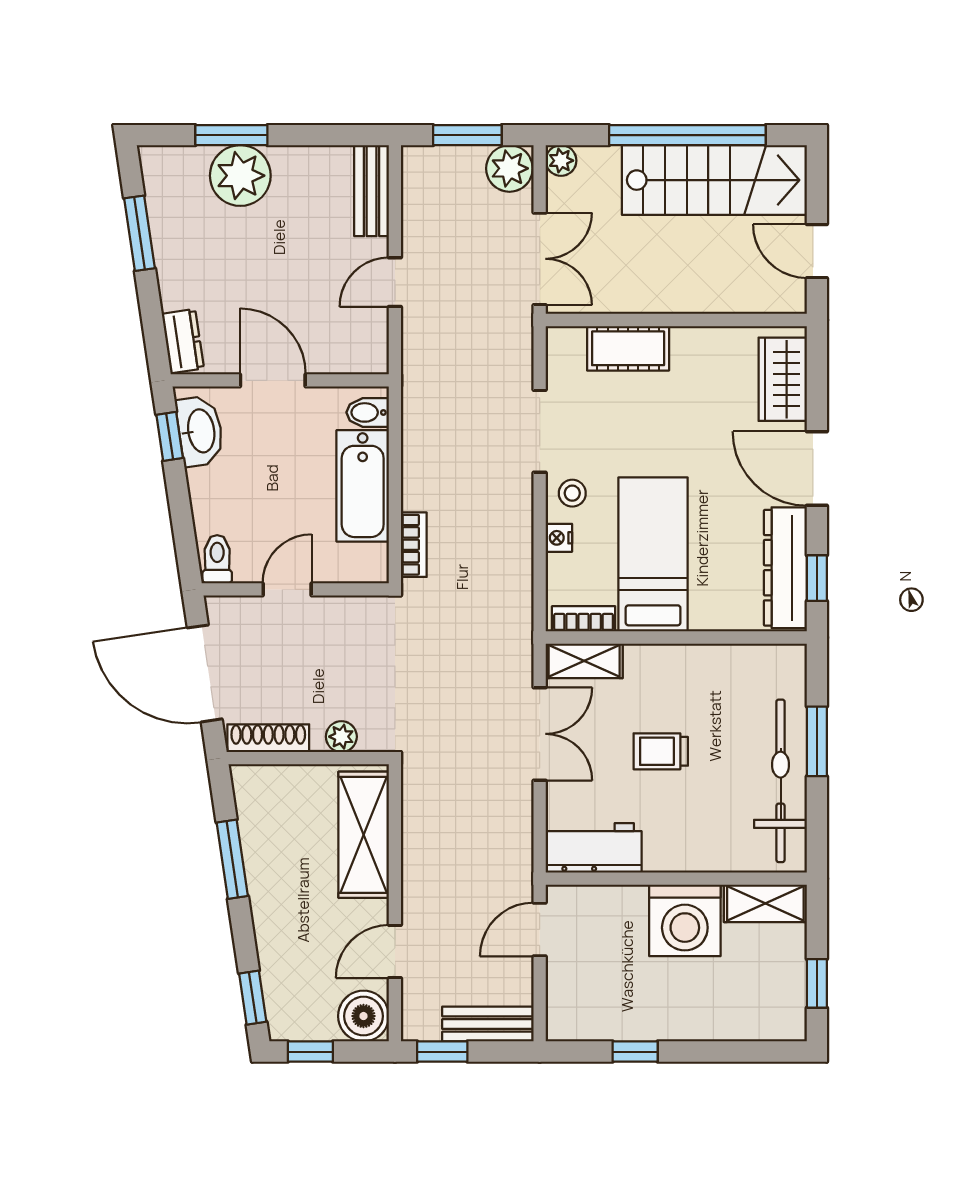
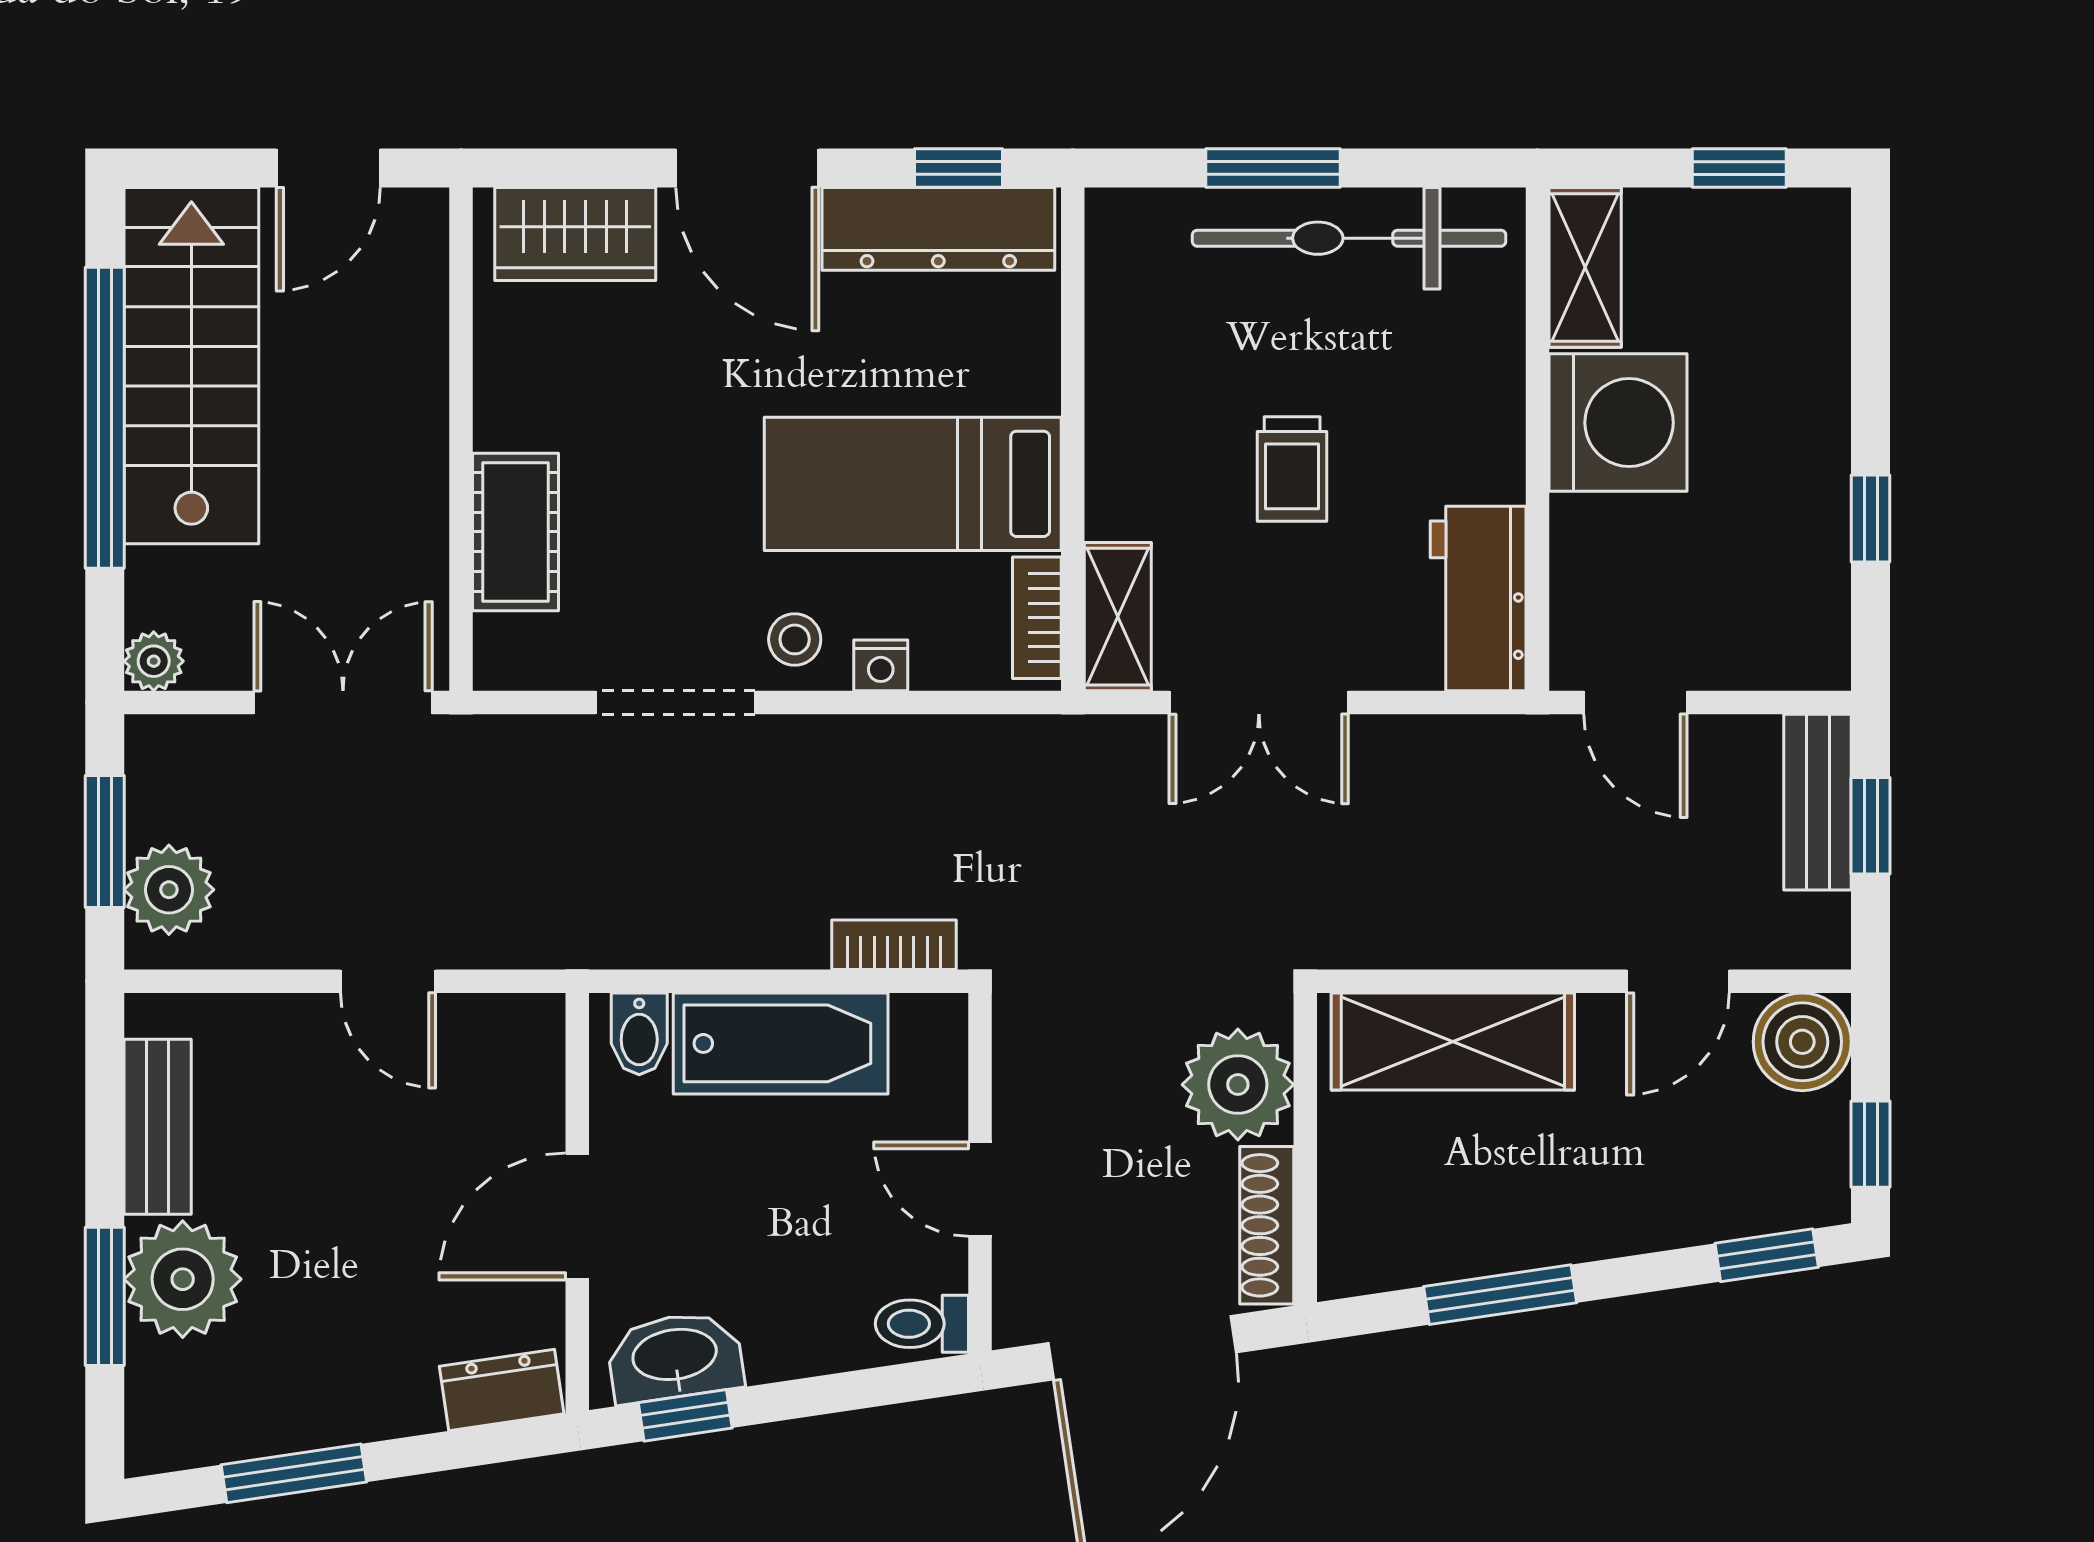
plant: (509, 168) -> (169, 890), moved
bench: (372, 191) -> (158, 1127), moved, turned 90
door: (817, 469) -> (747, 168), hinge flipped
double door: (540, 734) -> (1259, 702), swing flipped
plant: (341, 737) -> (1238, 1085), width x1.88, depth x1.88
door: (395, 951) -> (1678, 981), hinge flipped
window: (442, 1052) -> (1871, 826), moved

